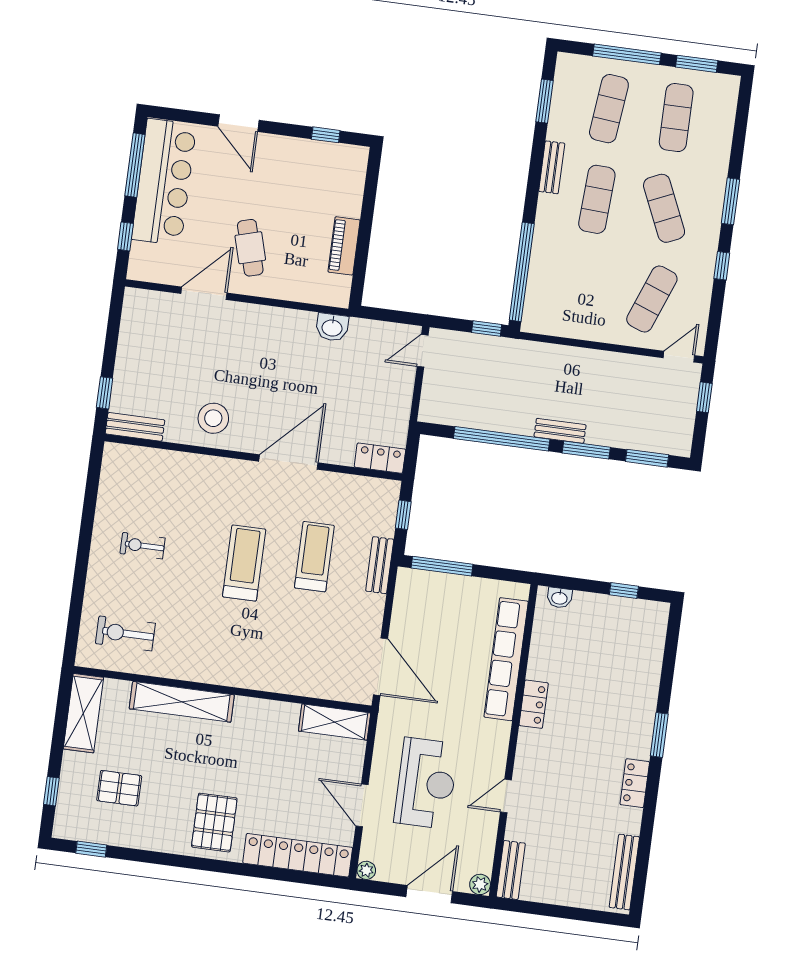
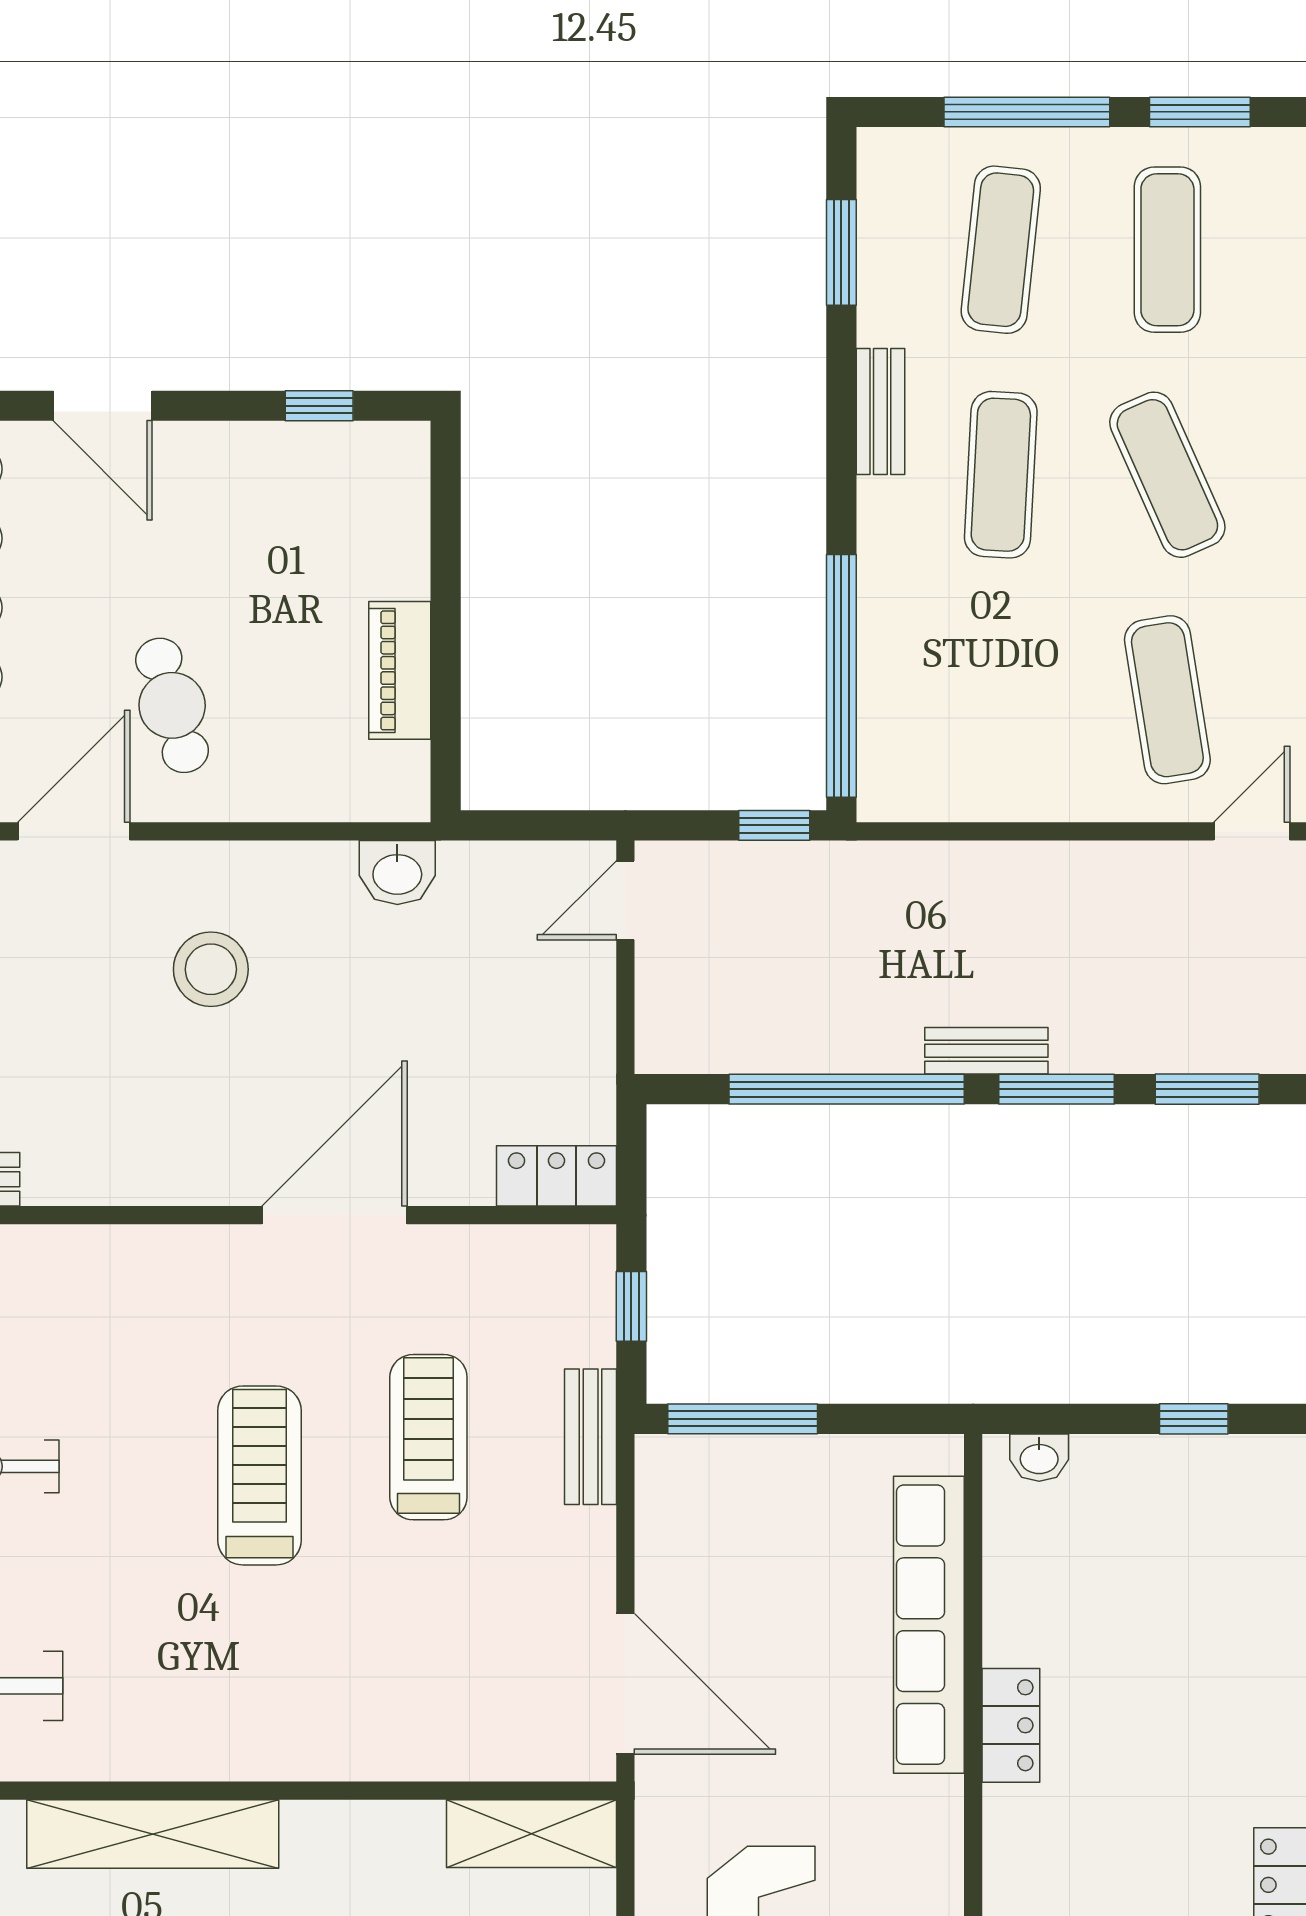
exercise mat: (652, 299) -> (1167, 700), turned -30
stool: (213, 418) -> (211, 969), moved

